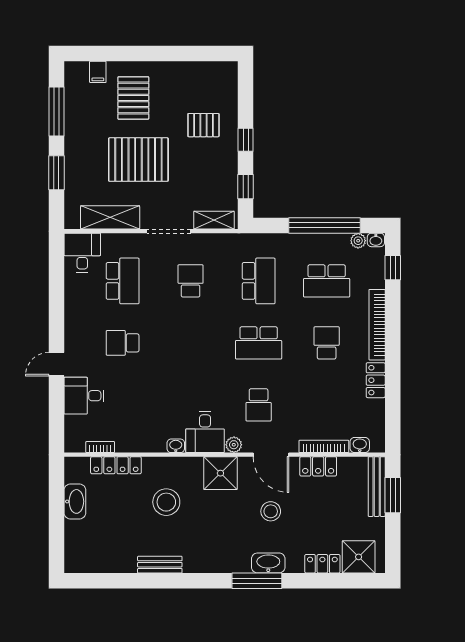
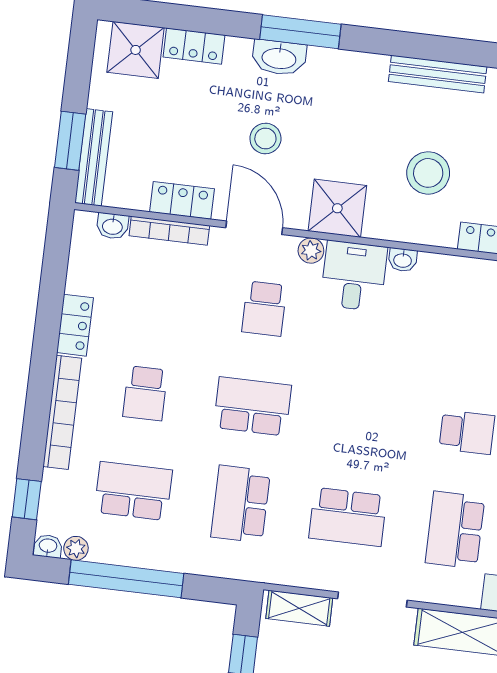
school desk: (191, 281) -> (348, 517), width x1.85
school desk: (259, 405) -> (264, 309), turned 180
bench: (160, 565) -> (438, 74), width x1.36

